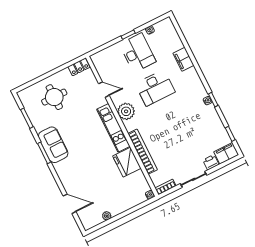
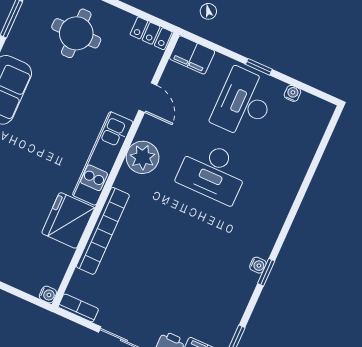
desk: (138, 53) -> (244, 103), turned 180
filing cabinet: (183, 59) -> (192, 55), moved, turned -90

